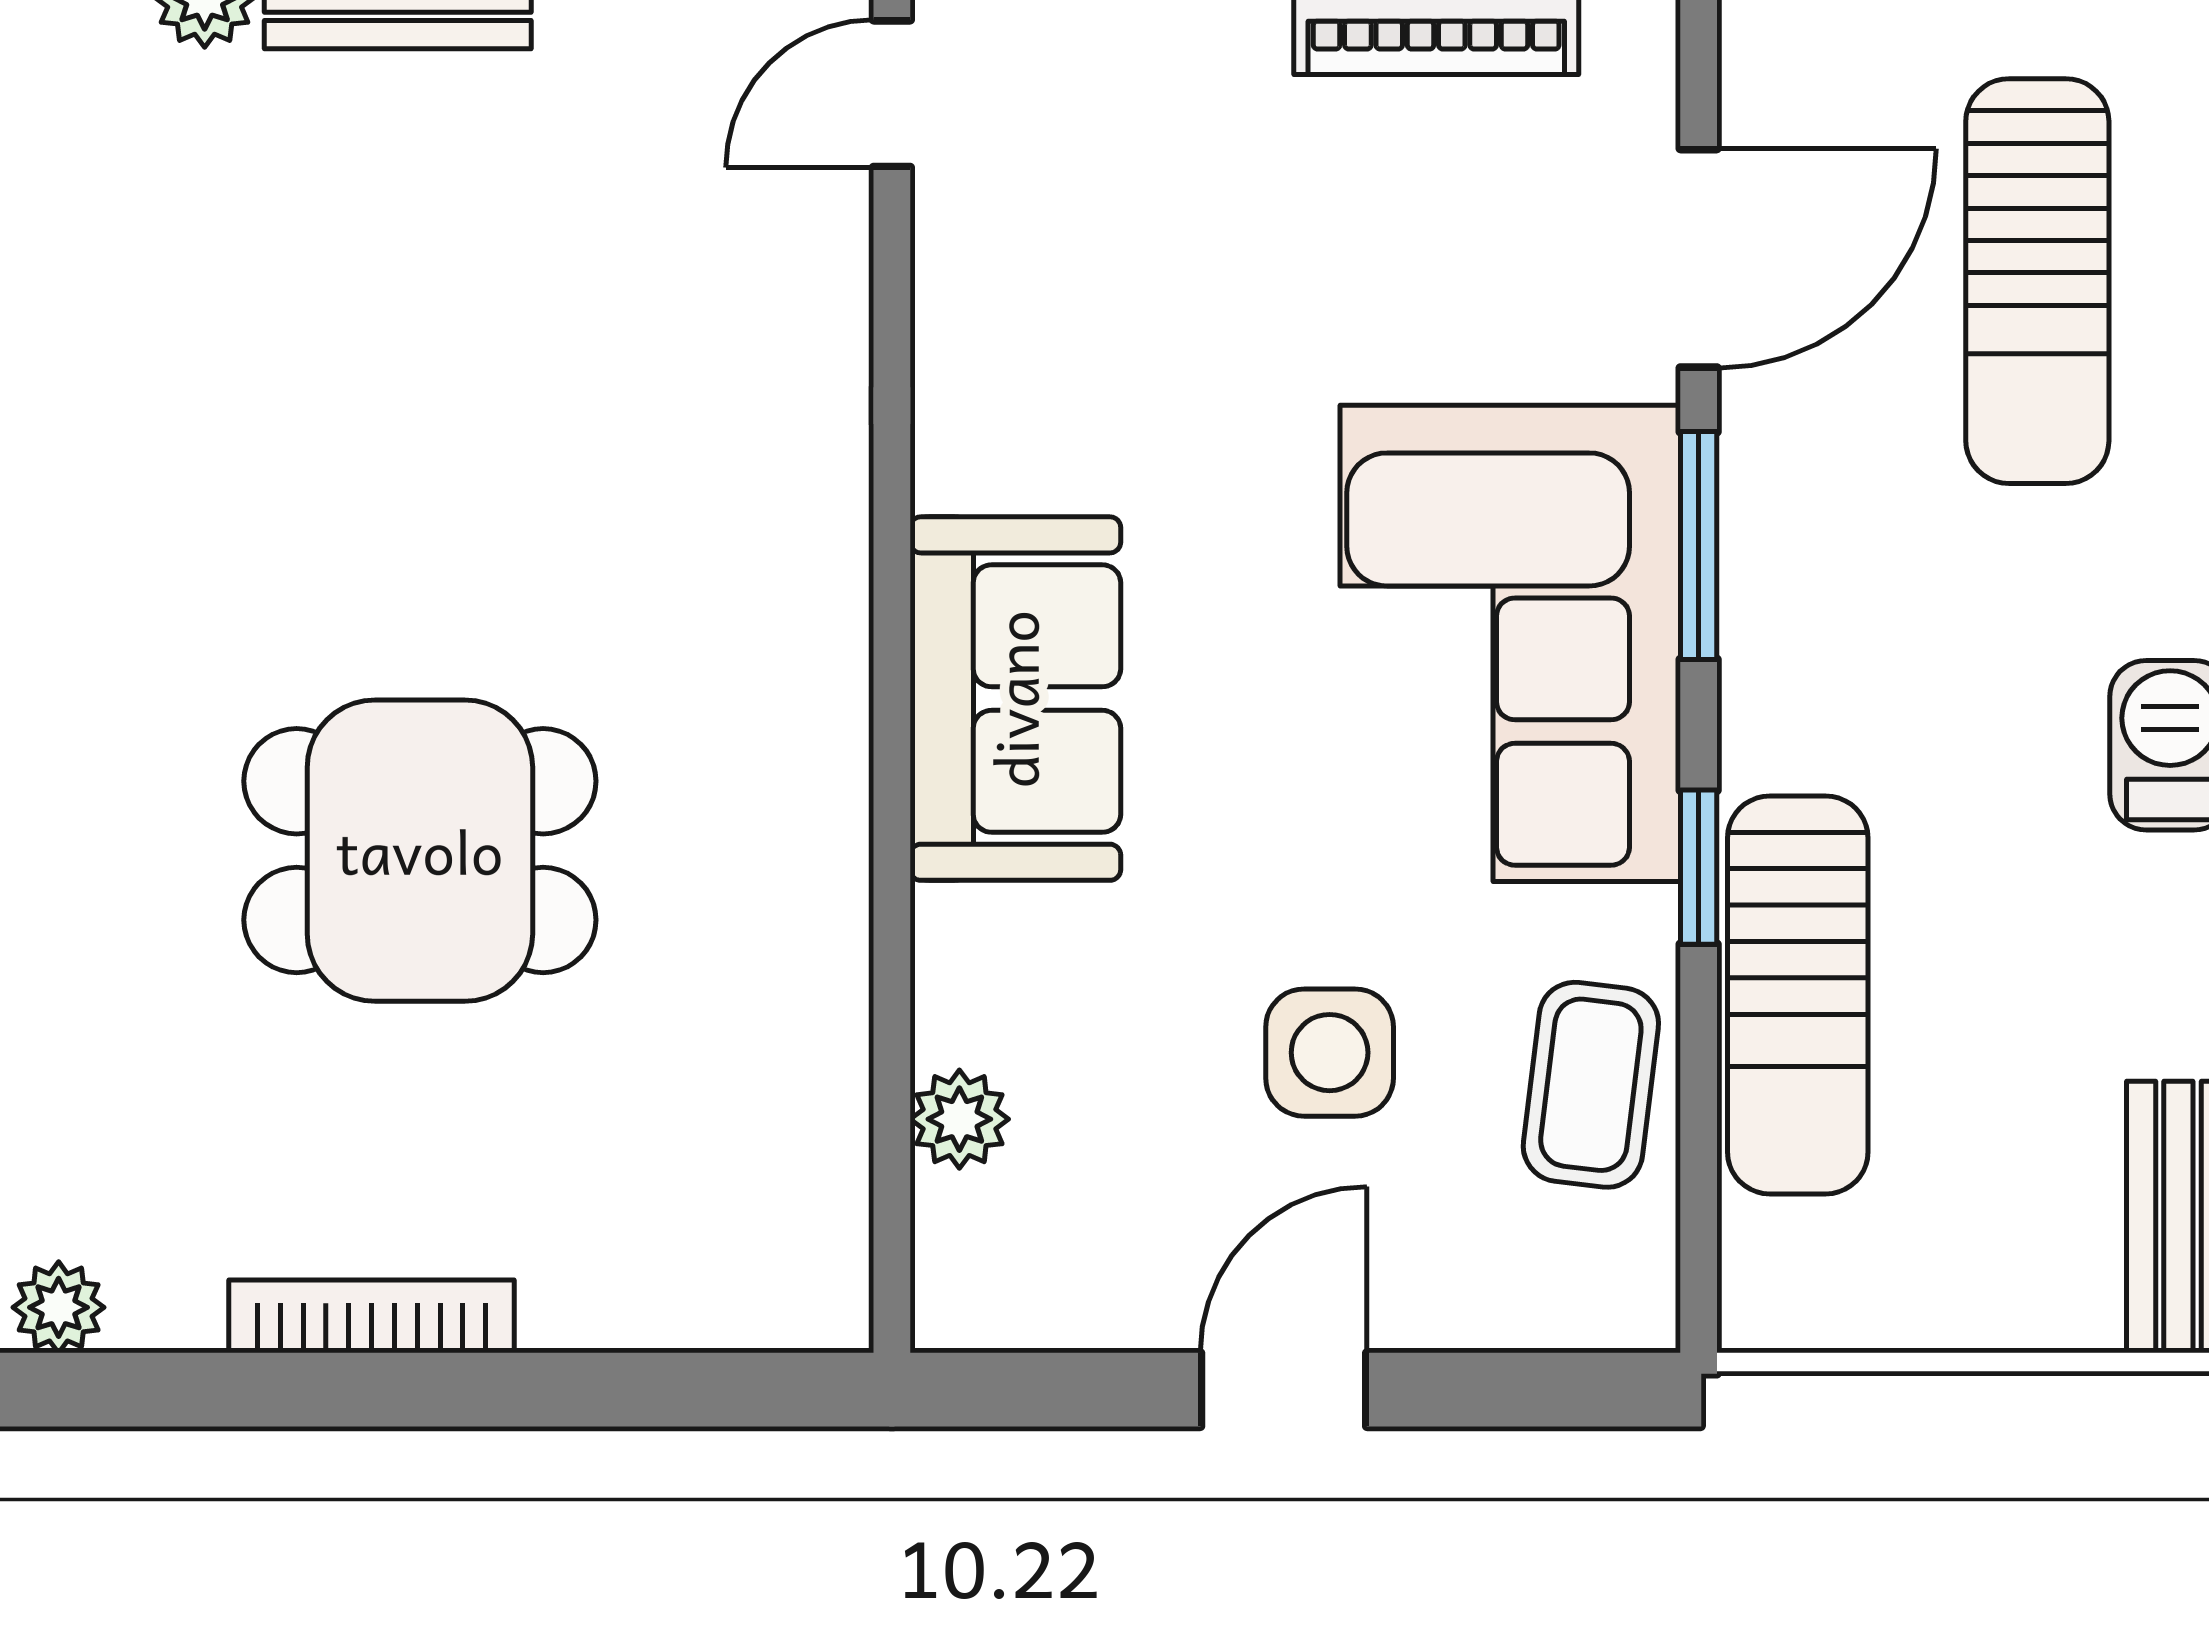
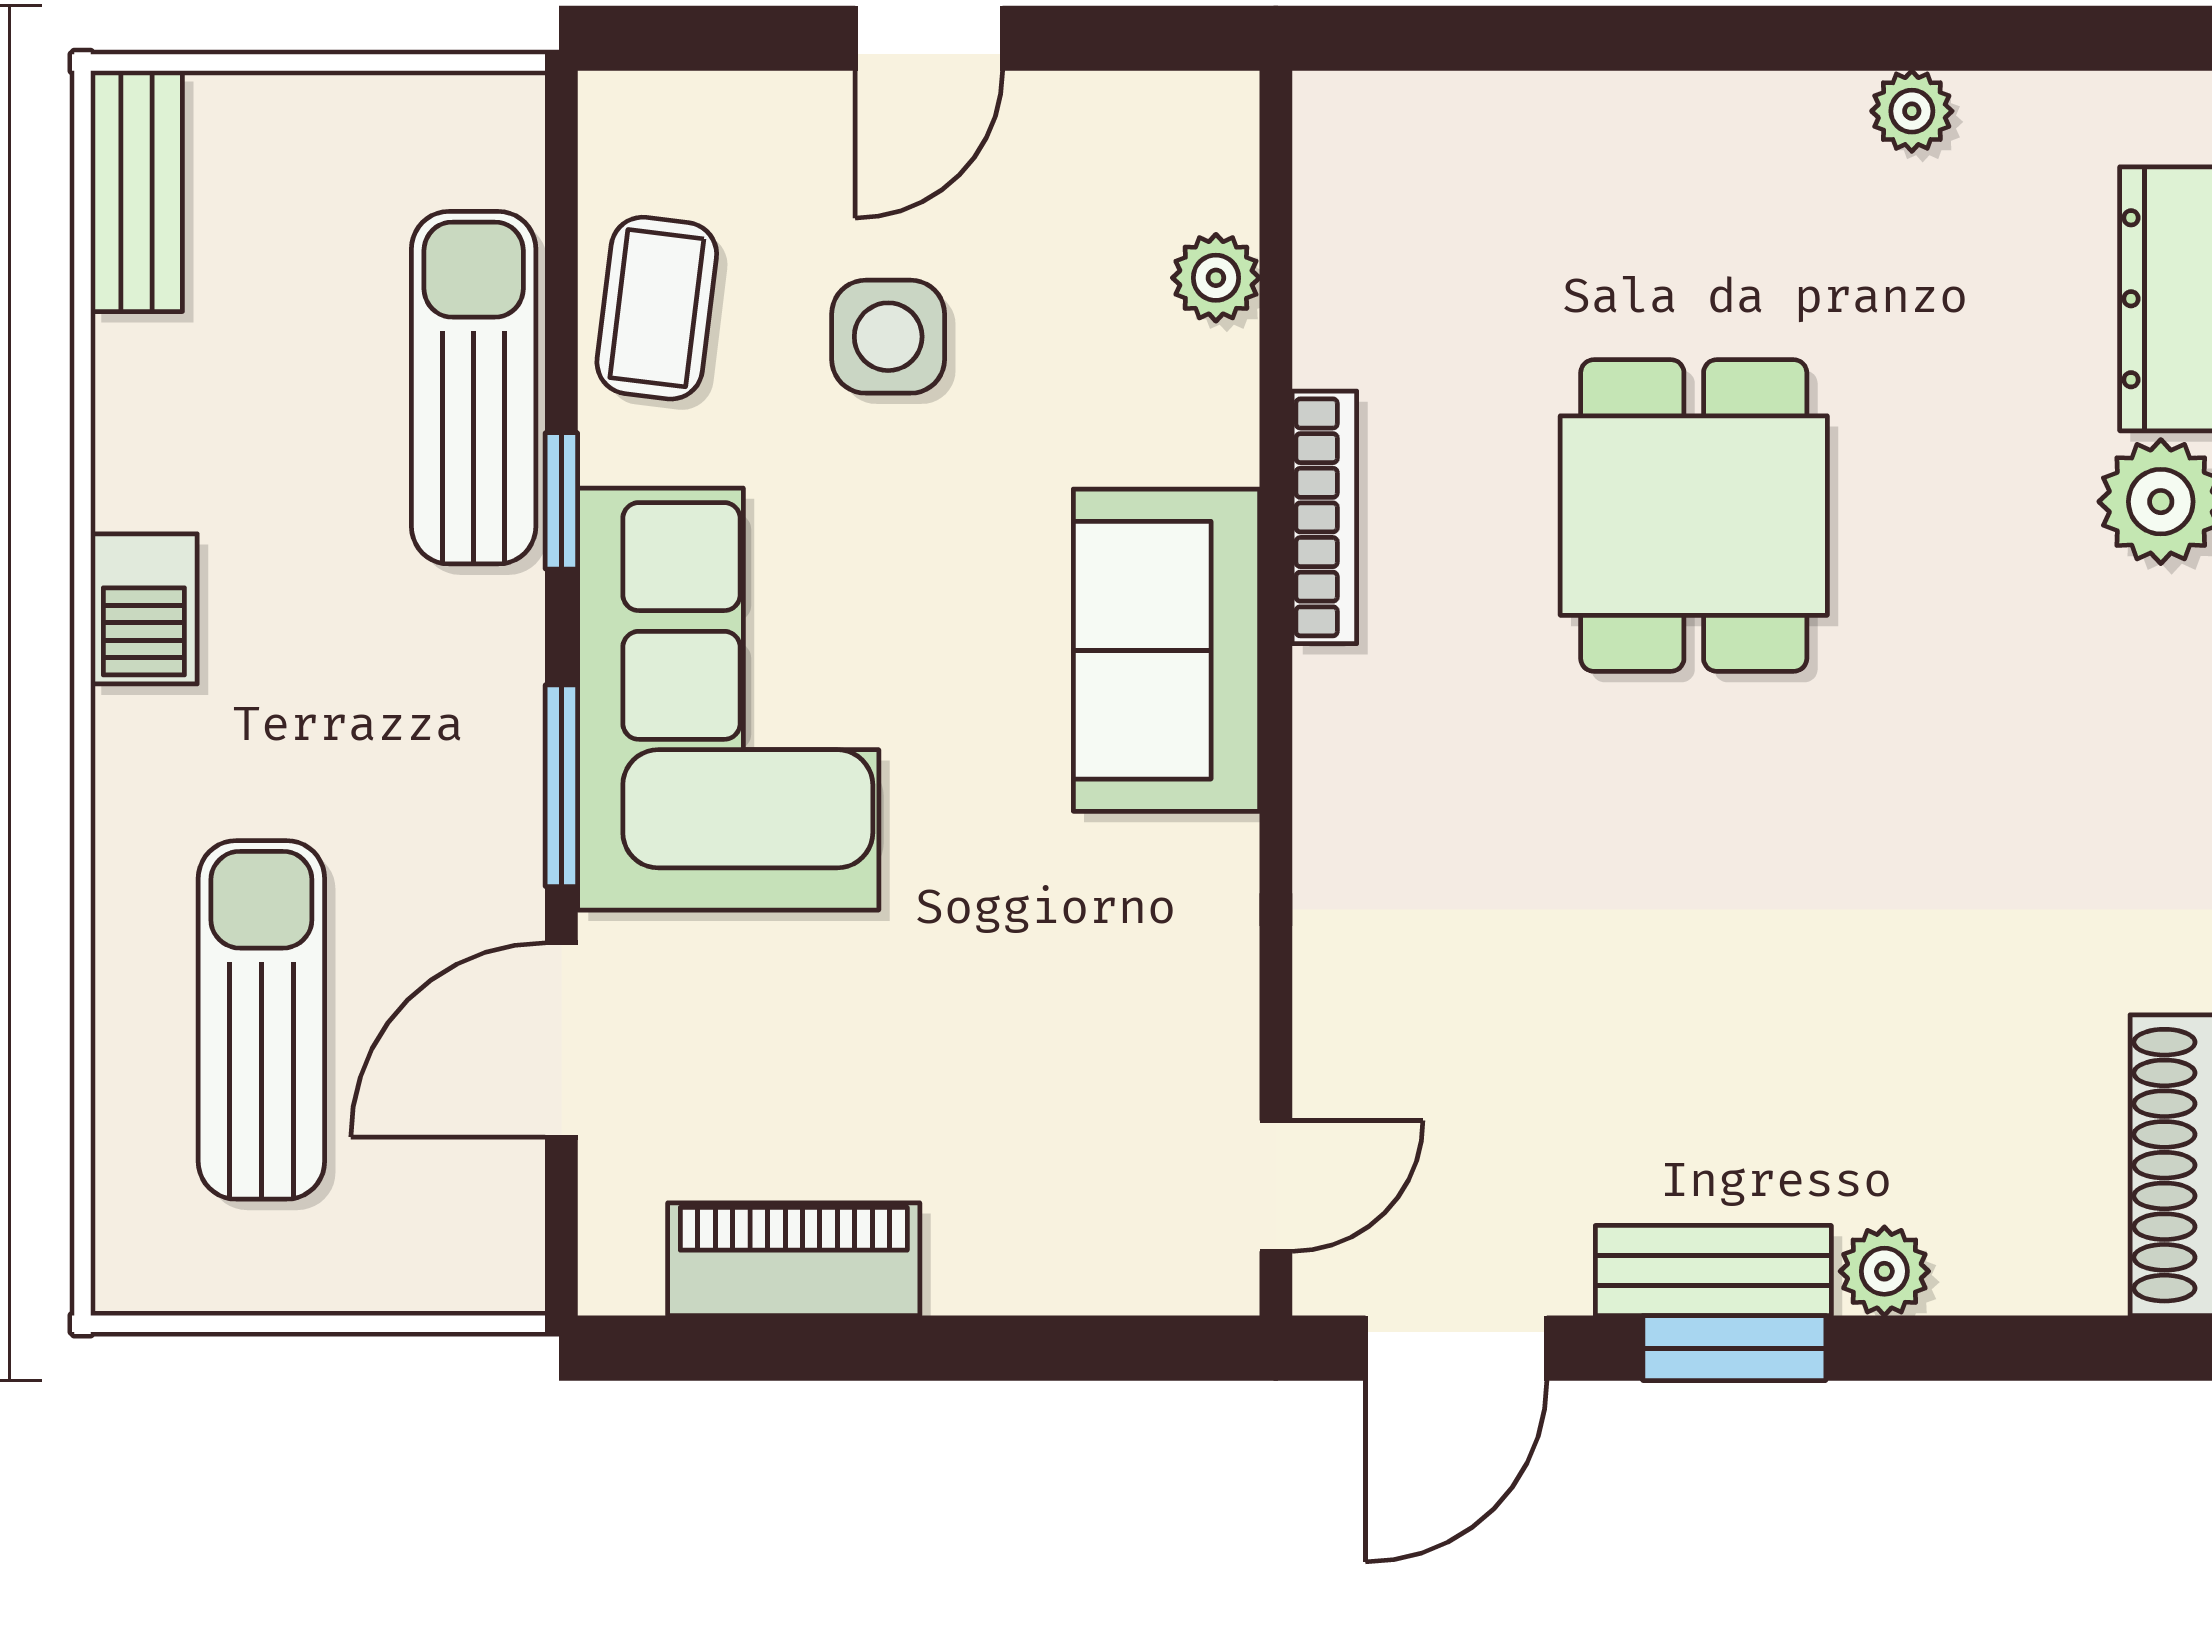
dining table: (420, 851) -> (1694, 516), turned 90
plant: (59, 1307) -> (1912, 111), moved
bookcase: (372, 1316) -> (1324, 517), moved, turned -90

